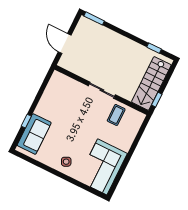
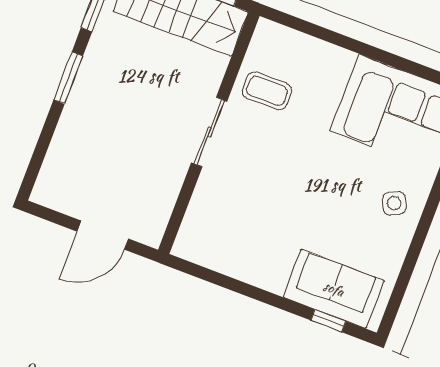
window: (94, 18) -> (68, 78), moved
window: (26, 121) -> (328, 321), moved

